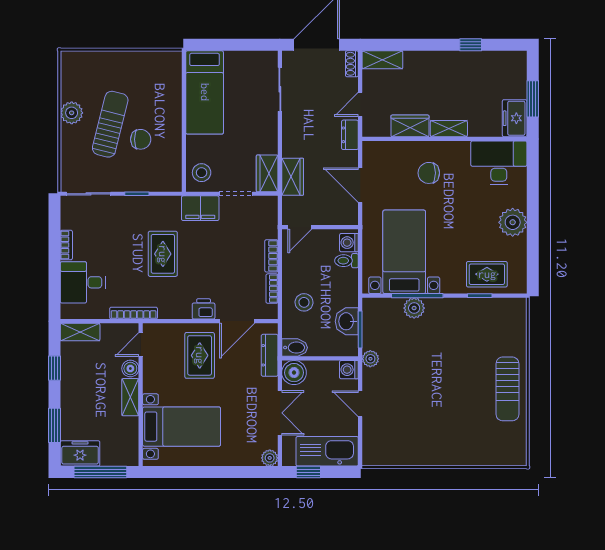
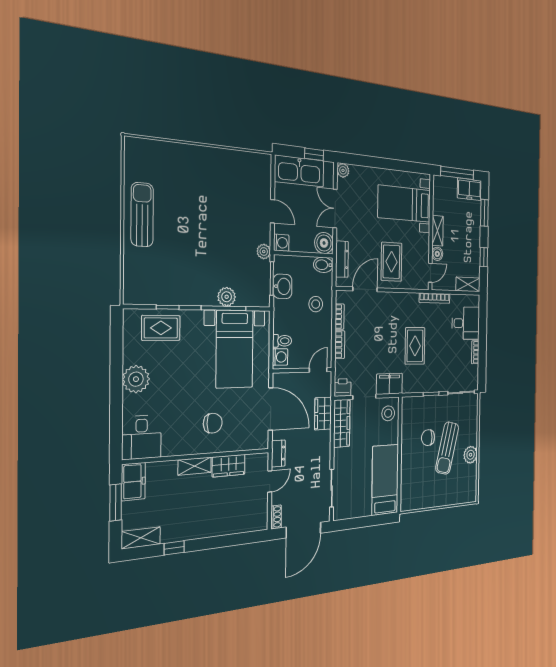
shelving: (382, 60) -> (141, 538), moved
desk: (499, 163) -> (142, 437), width x0.73
wardrobe: (267, 173) -> (342, 423), width x1.50
door: (360, 185) -> (271, 409), width x1.36
printer: (204, 309) -> (343, 387), moved, turned 180

